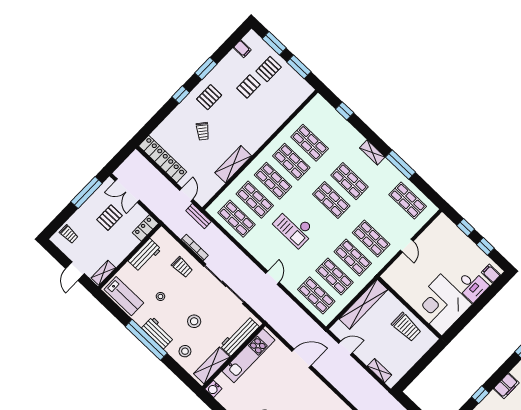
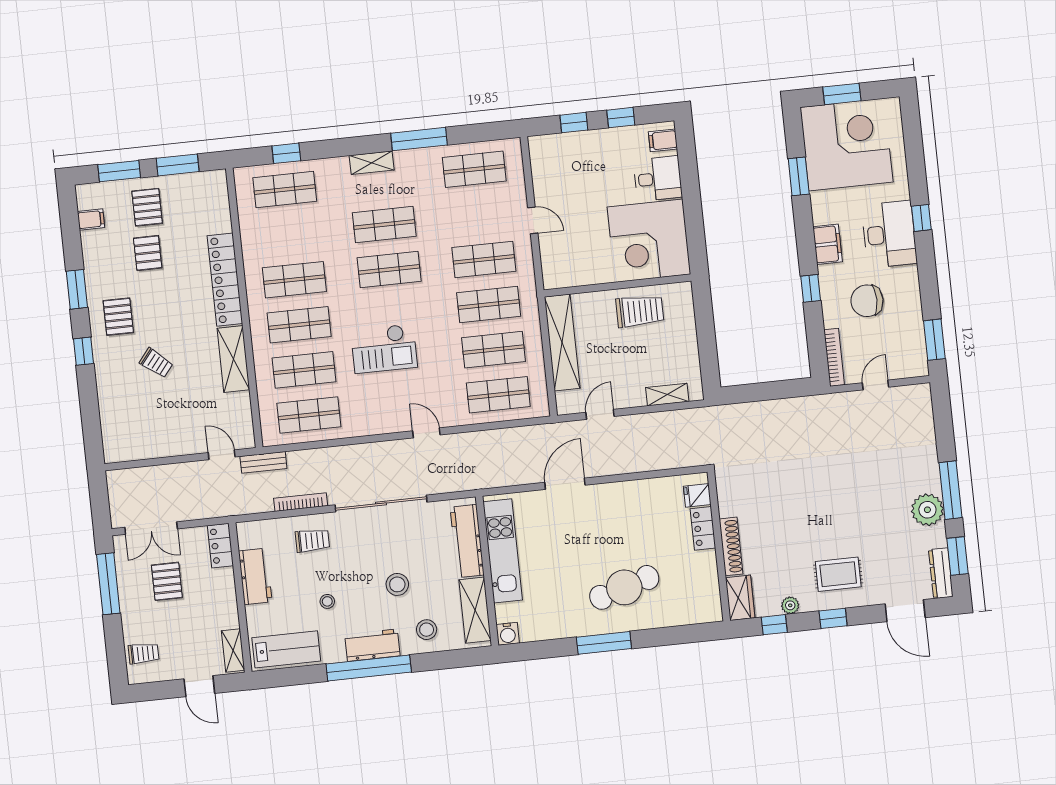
shop shelf: (310, 143) -> (285, 189), moved
locker: (163, 159) -> (225, 280), moved, turned -90

